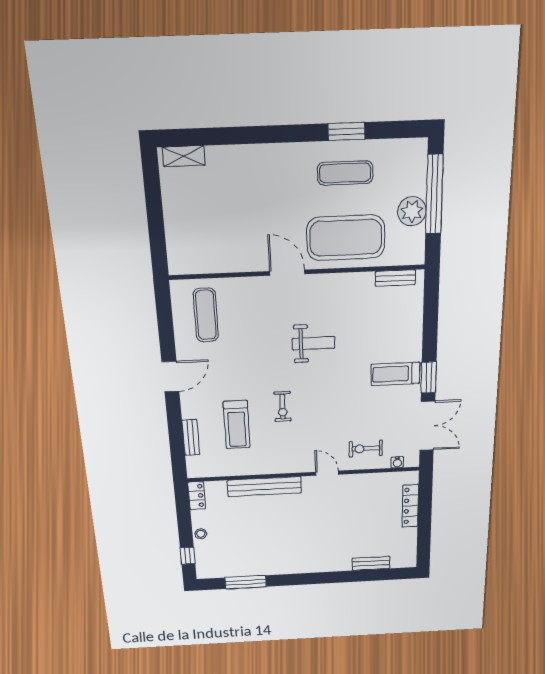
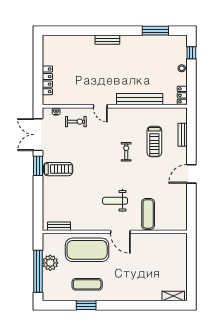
exercise mat: (206, 315) -> (148, 214), moved
weight bench: (314, 343) -> (115, 201), moved
treadmill: (237, 425) -> (154, 142), turned 180
bench: (371, 563) -> (107, 40), moved

